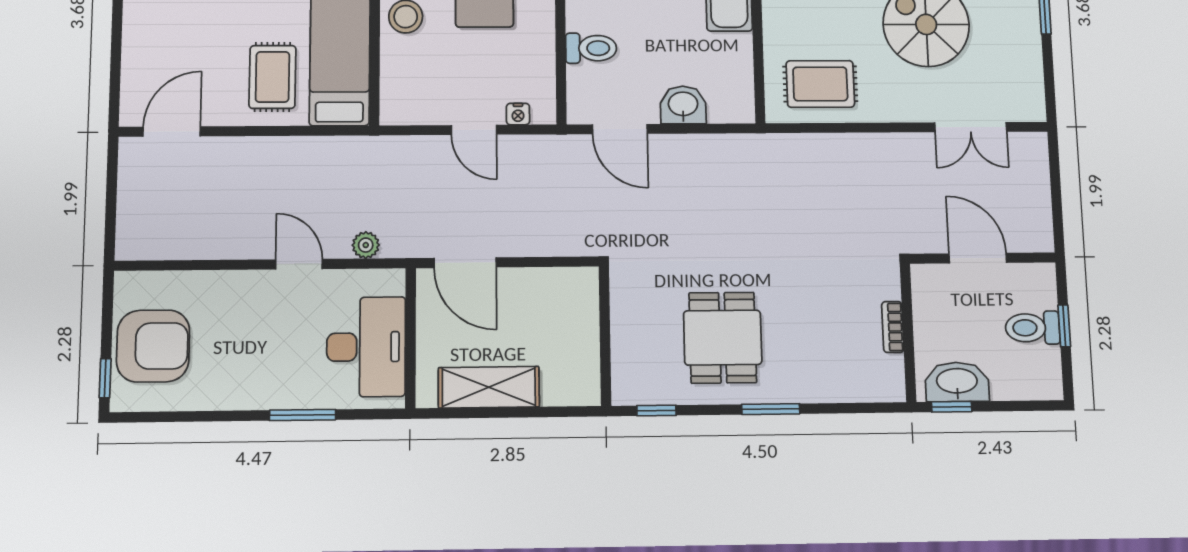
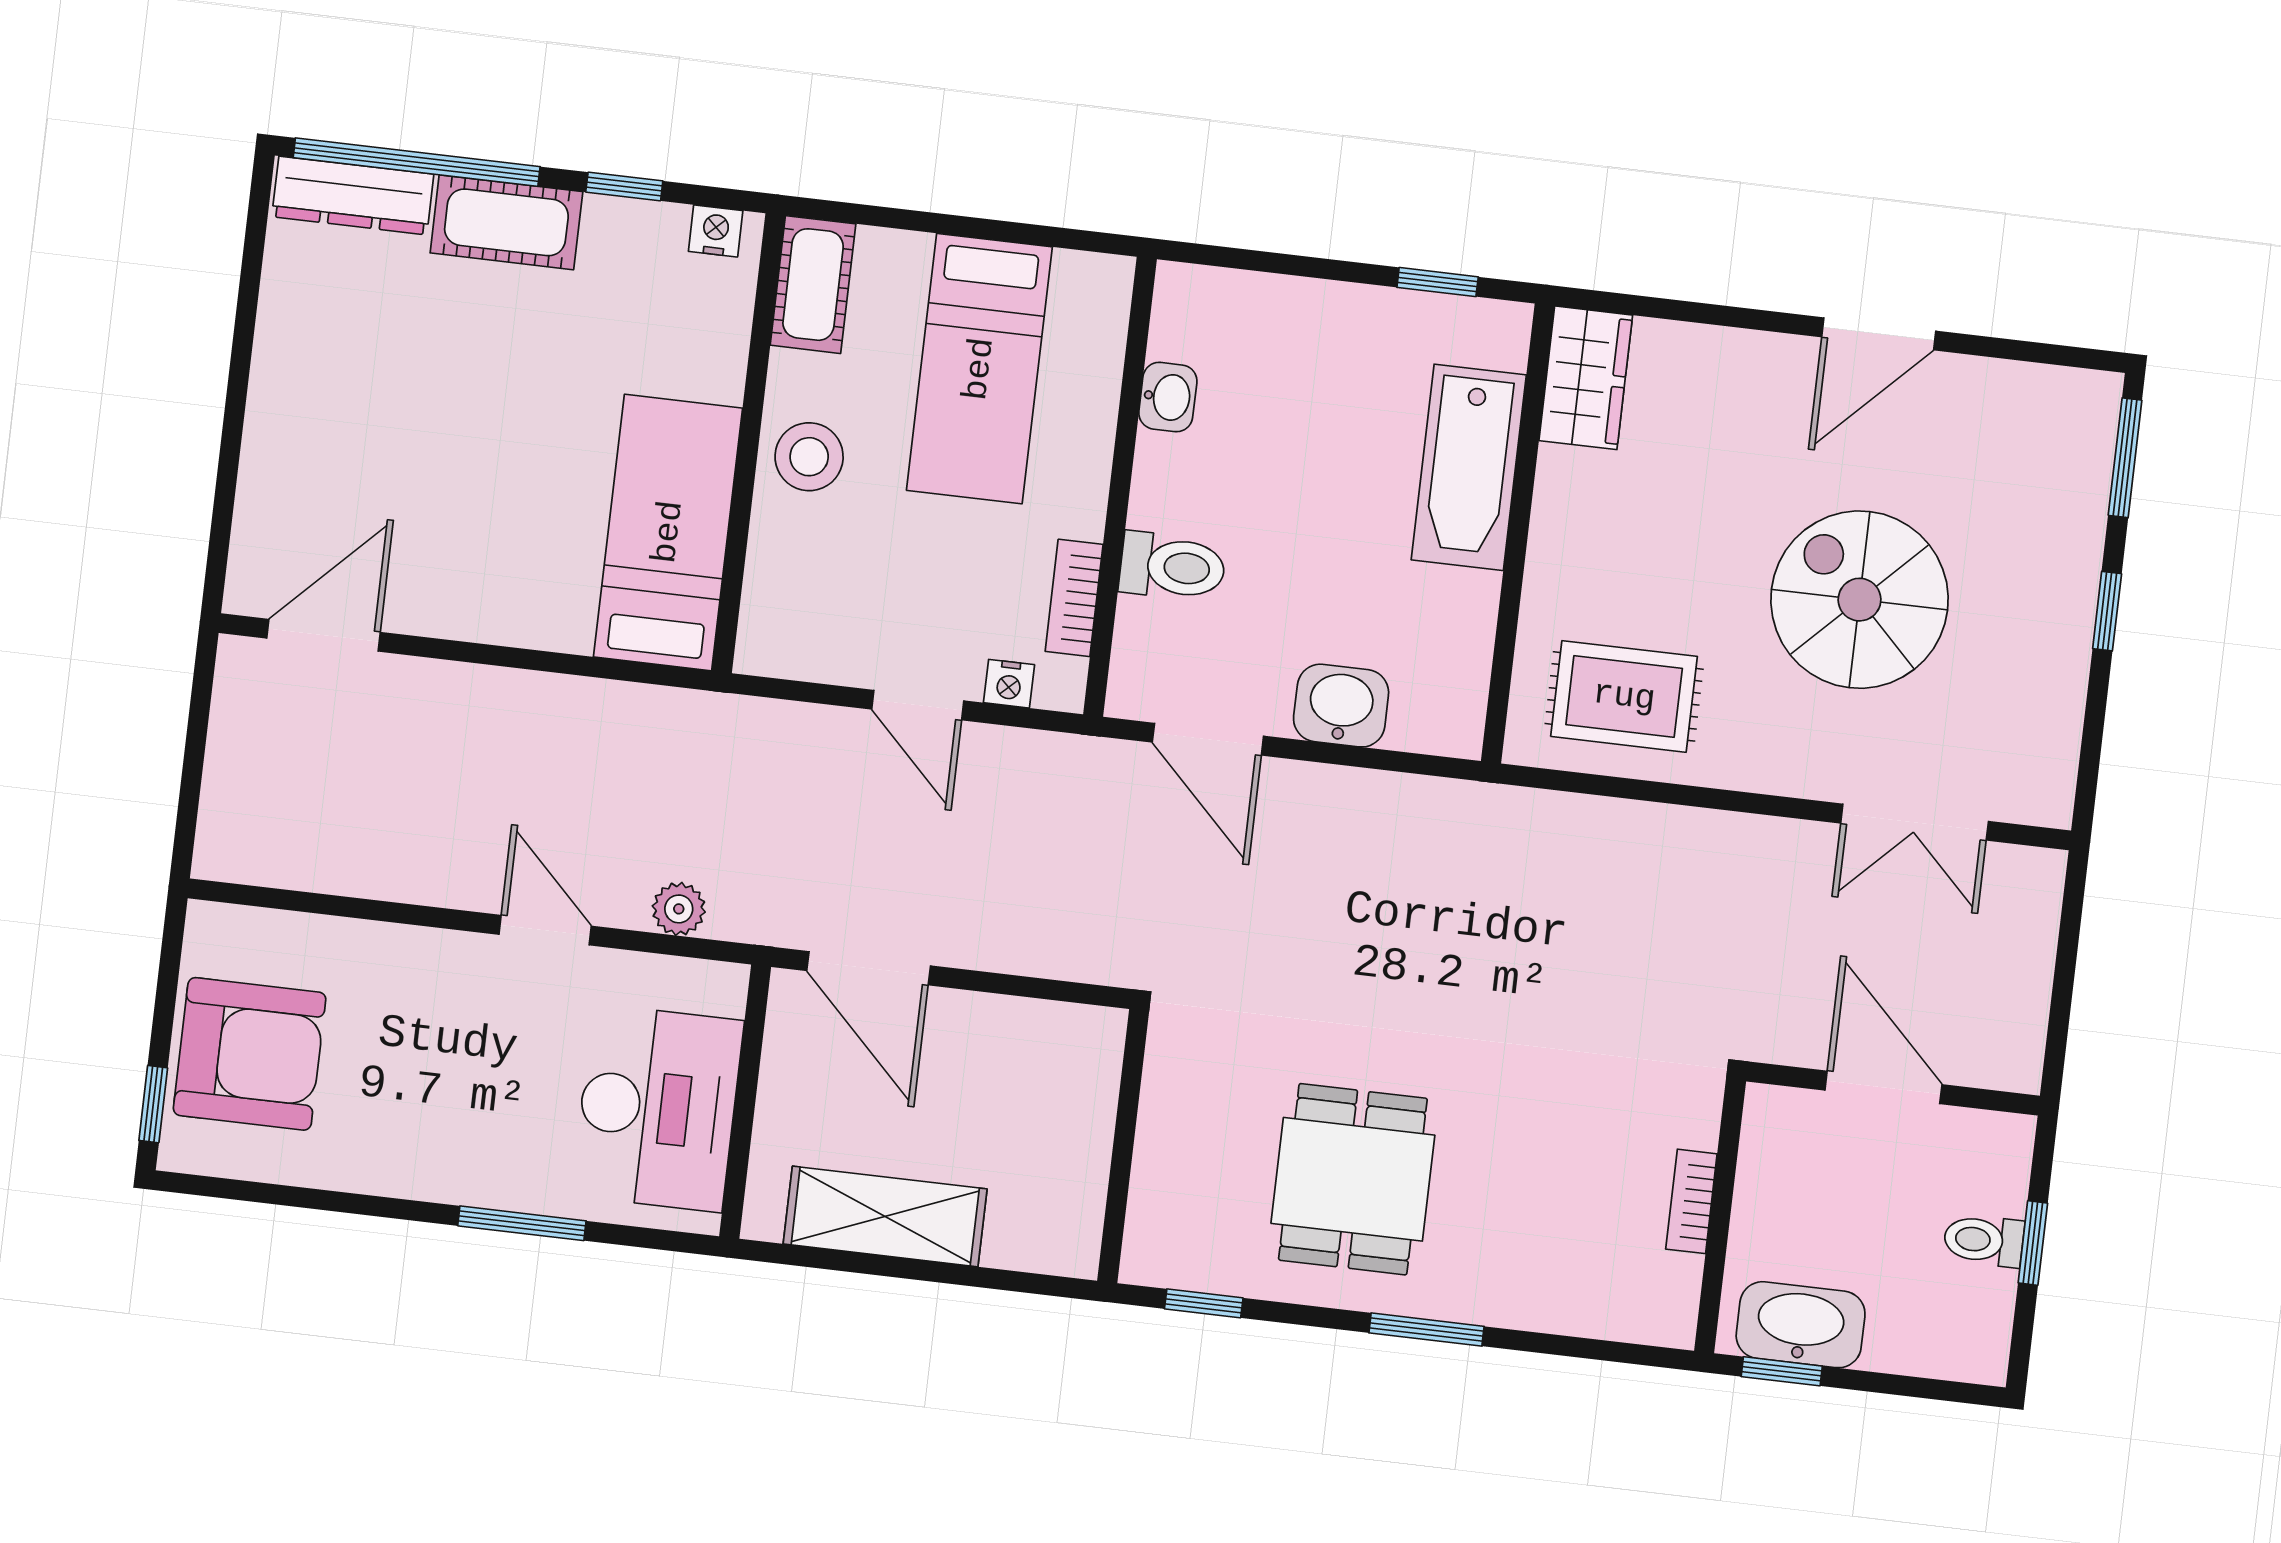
bookcase: (545, 69) -> (1074, 598), added
rug: (272, 77) -> (532, 549), removed
toilet: (1032, 328) -> (1984, 1240), width x0.73, depth x0.72

